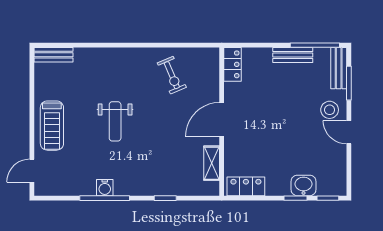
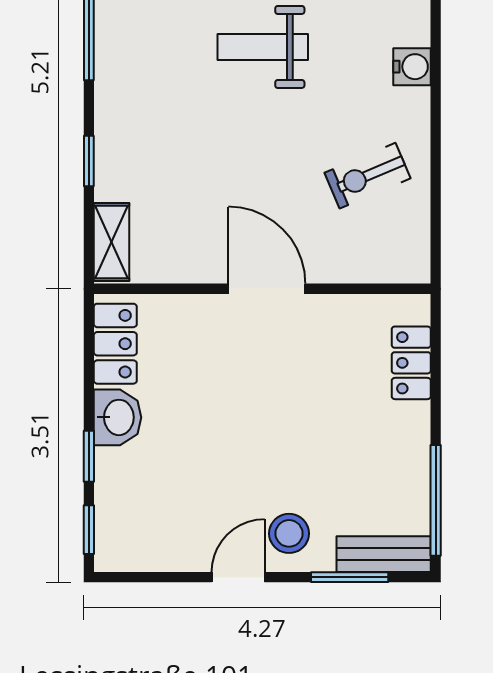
bench: (293, 55) -> (413, 450), removed
locker: (232, 64) -> (411, 363), moved, turned 90
shelving: (212, 163) -> (111, 242), moved, turned 90
washbasin: (303, 185) -> (117, 417), moved
water cooler: (105, 188) -> (412, 67), moved, turned 180

